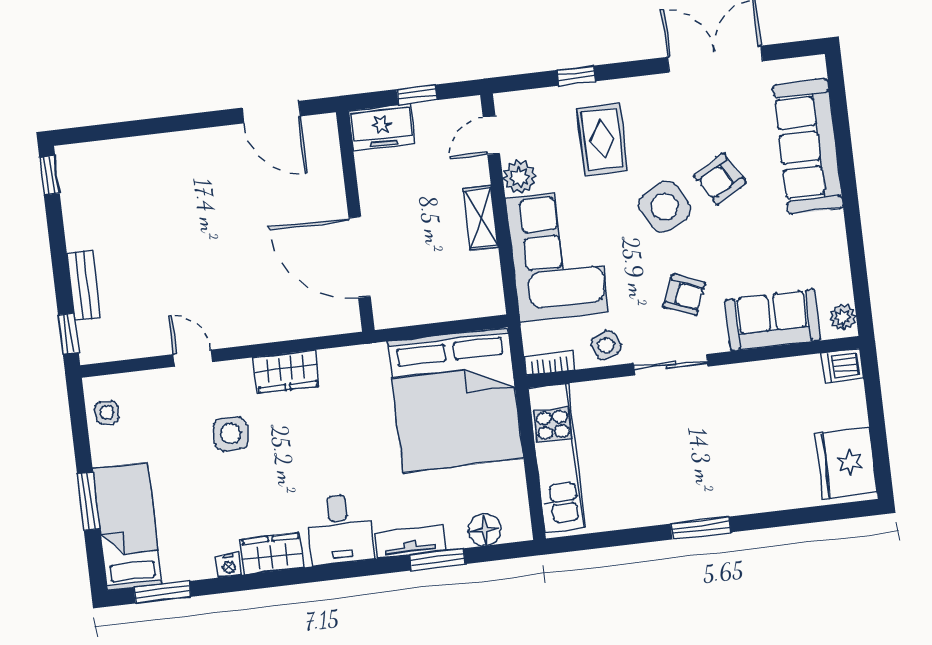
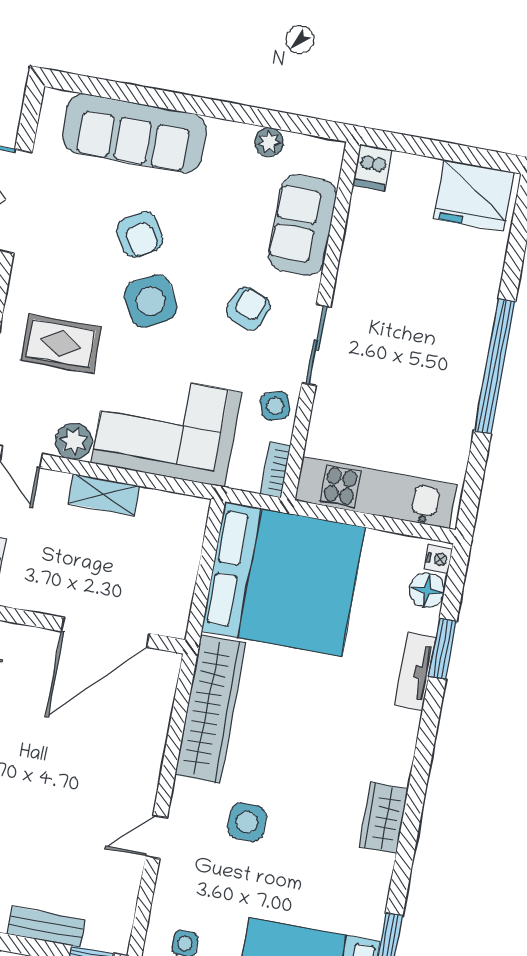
plant: (843, 317) -> (269, 142), moved
wardrobe: (286, 372) -> (210, 709), width x2.10, depth x1.17
window: (701, 528) -> (495, 366), width x2.11
desk: (339, 529) -> (380, 740), removed
nightstand: (229, 565) -> (439, 559), moved

